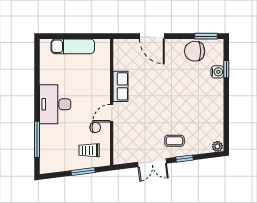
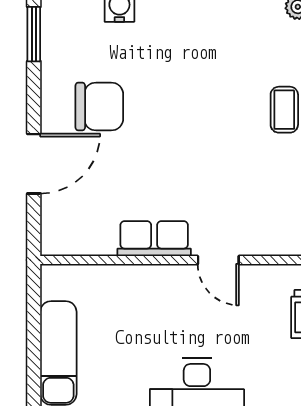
chair: (195, 51) -> (99, 107), moved, turned -90
chair: (95, 127) -> (252, 299), removed

